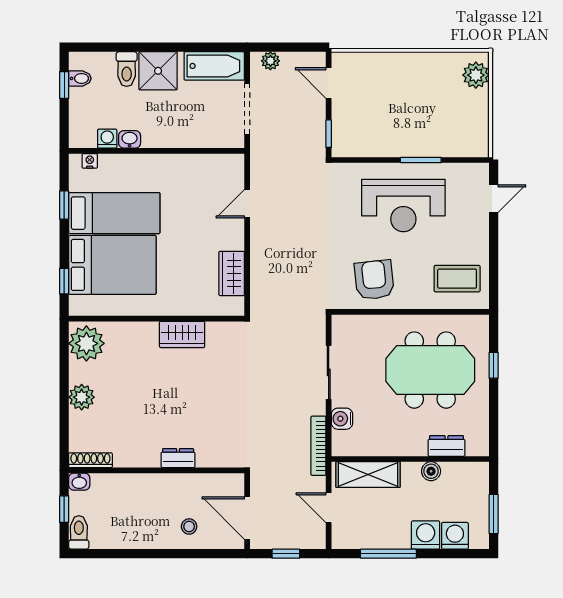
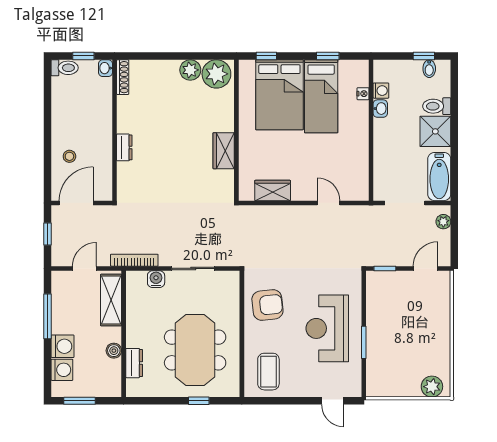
nightstand: (90, 161) -> (363, 94), moved
plant: (82, 397) -> (190, 70), moved

